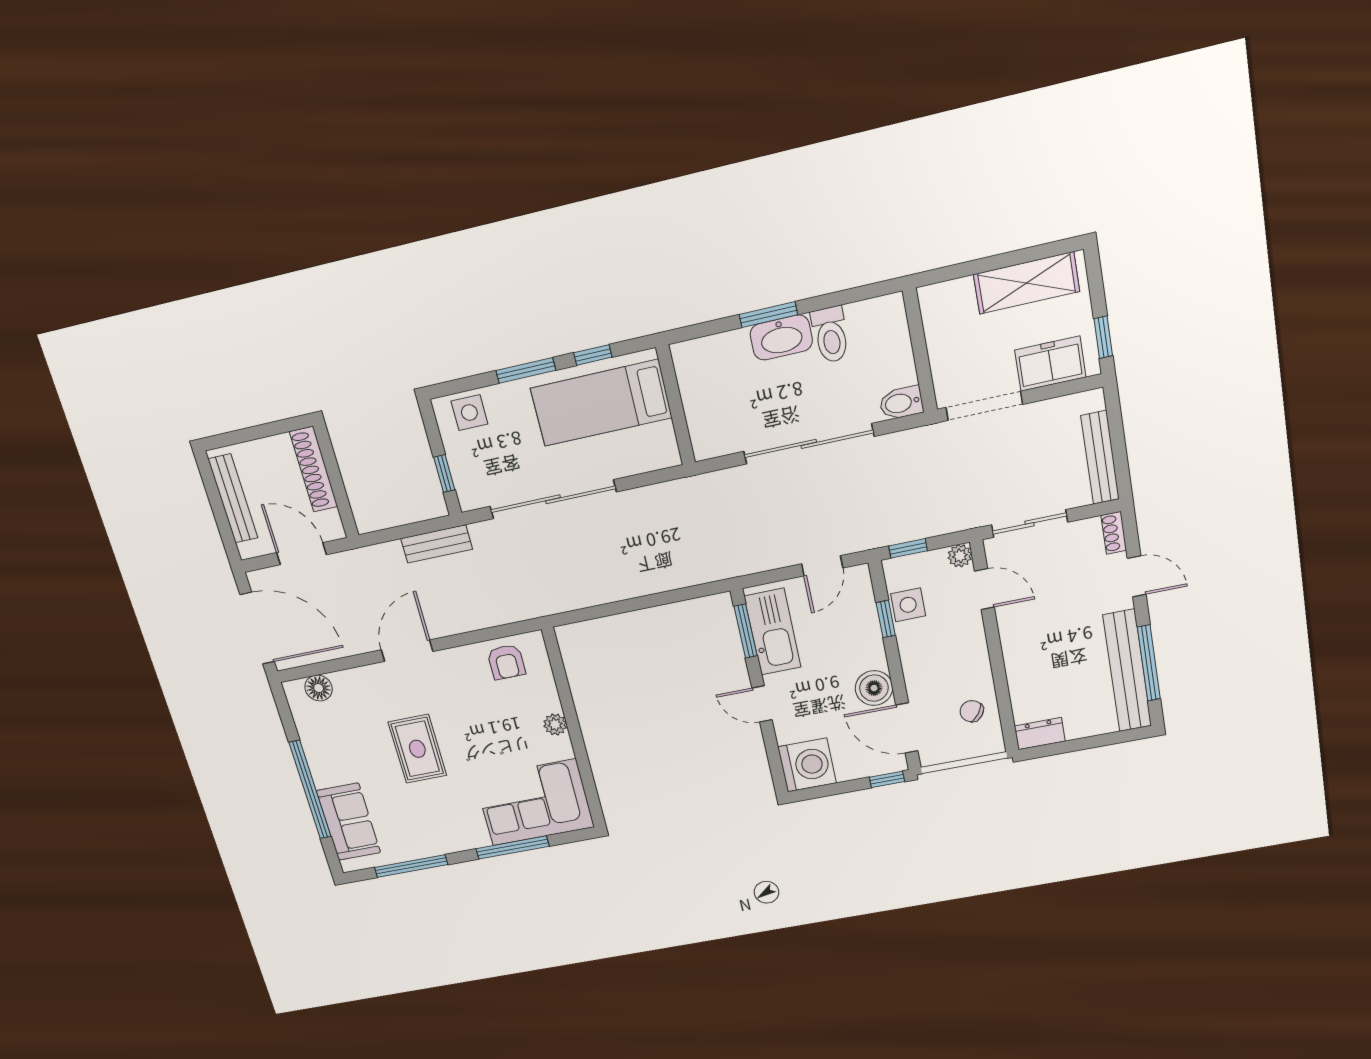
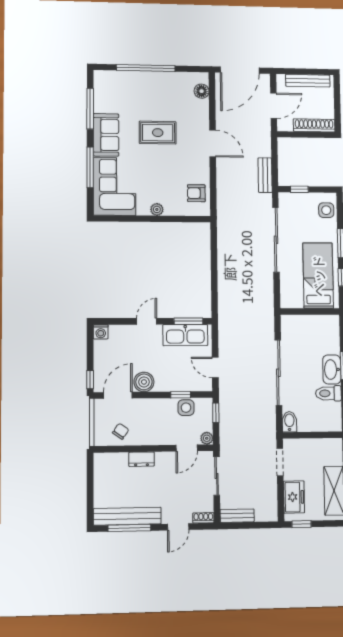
doorway: (984, 406) -> (280, 462), width x0.73
bench: (1100, 458) -> (237, 516), width x0.73
dresser: (1040, 734) -> (141, 459), moved, turned 90
washing machine: (807, 765) -> (101, 332), width x0.53, depth x0.53
sofa: (349, 822) -> (106, 135), moved, turned -90

